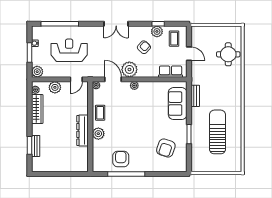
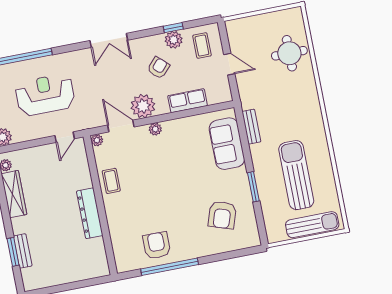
row of seats: (171, 72) -> (188, 101), moved
plant: (55, 87) -> (35, 156), removed
plant: (98, 134) -> (115, 213), removed
sun lounger: (221, 165) -> (312, 225), added

